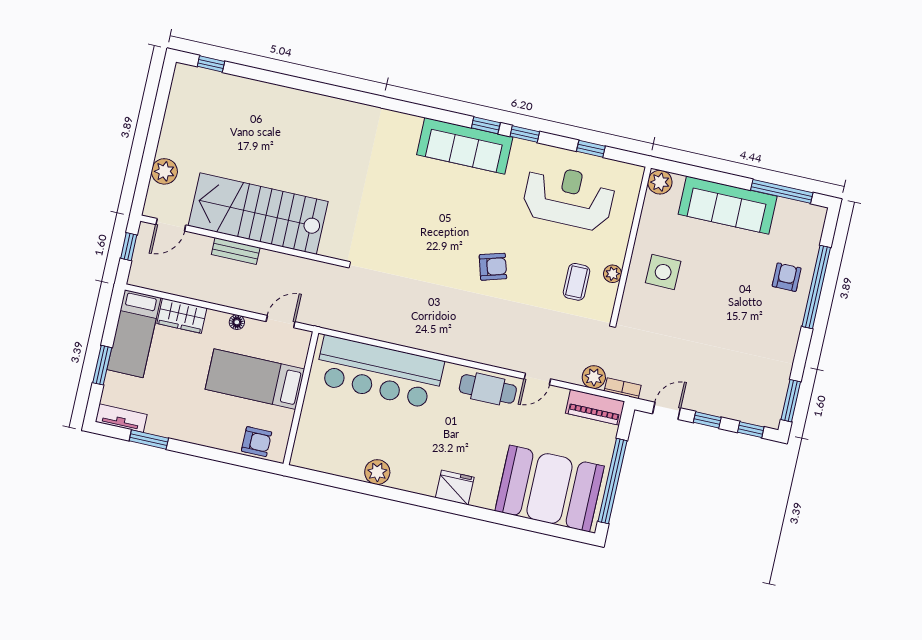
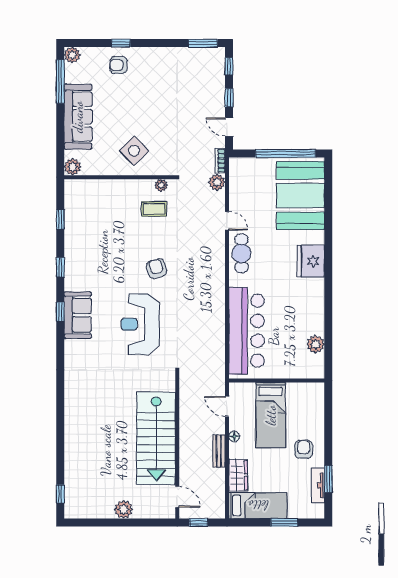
window: (486, 125) -> (60, 312), moved
sofa: (465, 146) -> (78, 315), width x0.73
plant: (164, 171) -> (124, 509), moved
reception desk: (569, 197) -> (140, 324), moved
plant: (815, 216) -> (72, 55), added
bench: (236, 251) -> (219, 451), moved
side table: (663, 272) -> (134, 151), turned 45
plant: (613, 274) -> (161, 185), moved
window: (816, 287) -> (121, 43), width x0.32
piano: (595, 407) -> (238, 177), removed
tv unit: (121, 418) -> (318, 485), moved
armchair: (257, 442) -> (304, 449), moved
plant: (377, 472) -> (316, 344), moved
fridge: (455, 488) -> (311, 261), width x1.36, depth x1.34

